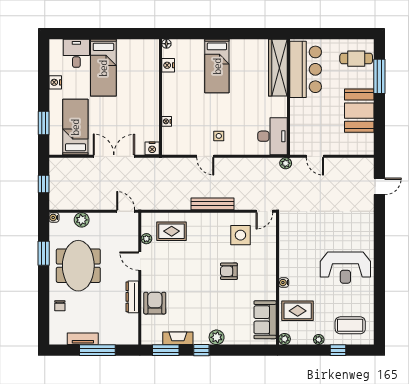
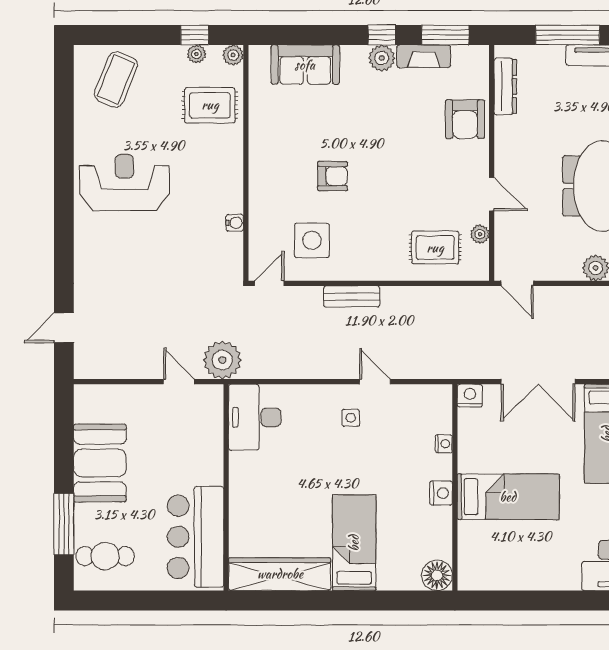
floor lamp: (166, 44) -> (437, 575), width x1.89, depth x1.89
nightstand: (168, 65) -> (441, 493), moved
bed: (103, 68) -> (508, 497), moved, turned 90
wardrobe: (278, 68) -> (280, 574), moved, turned -90
plant: (286, 163) -> (222, 360), width x1.88, depth x1.88
bench: (213, 204) -> (352, 296), width x0.73
water cooler: (284, 283) -> (235, 223), moved
dresser: (132, 297) -> (505, 86), moved
sofa: (265, 320) -> (305, 65), moved, turned 90
coffee table: (350, 325) -> (116, 79), turned -68
plant: (217, 337) -> (382, 58), moved
plant: (319, 340) -> (196, 54), moved
window: (338, 350) -> (195, 35), moved

